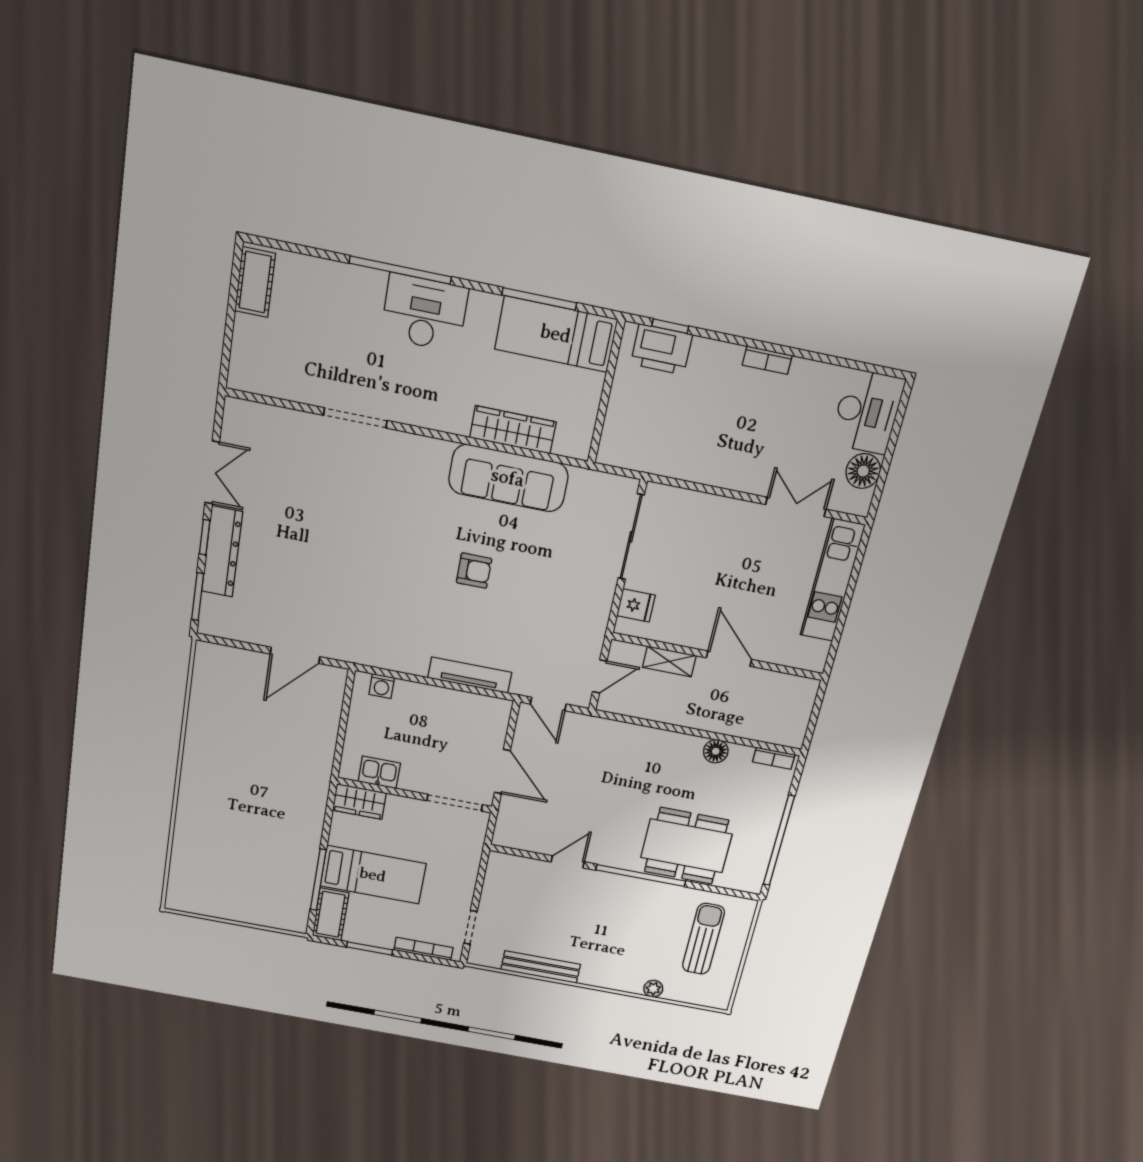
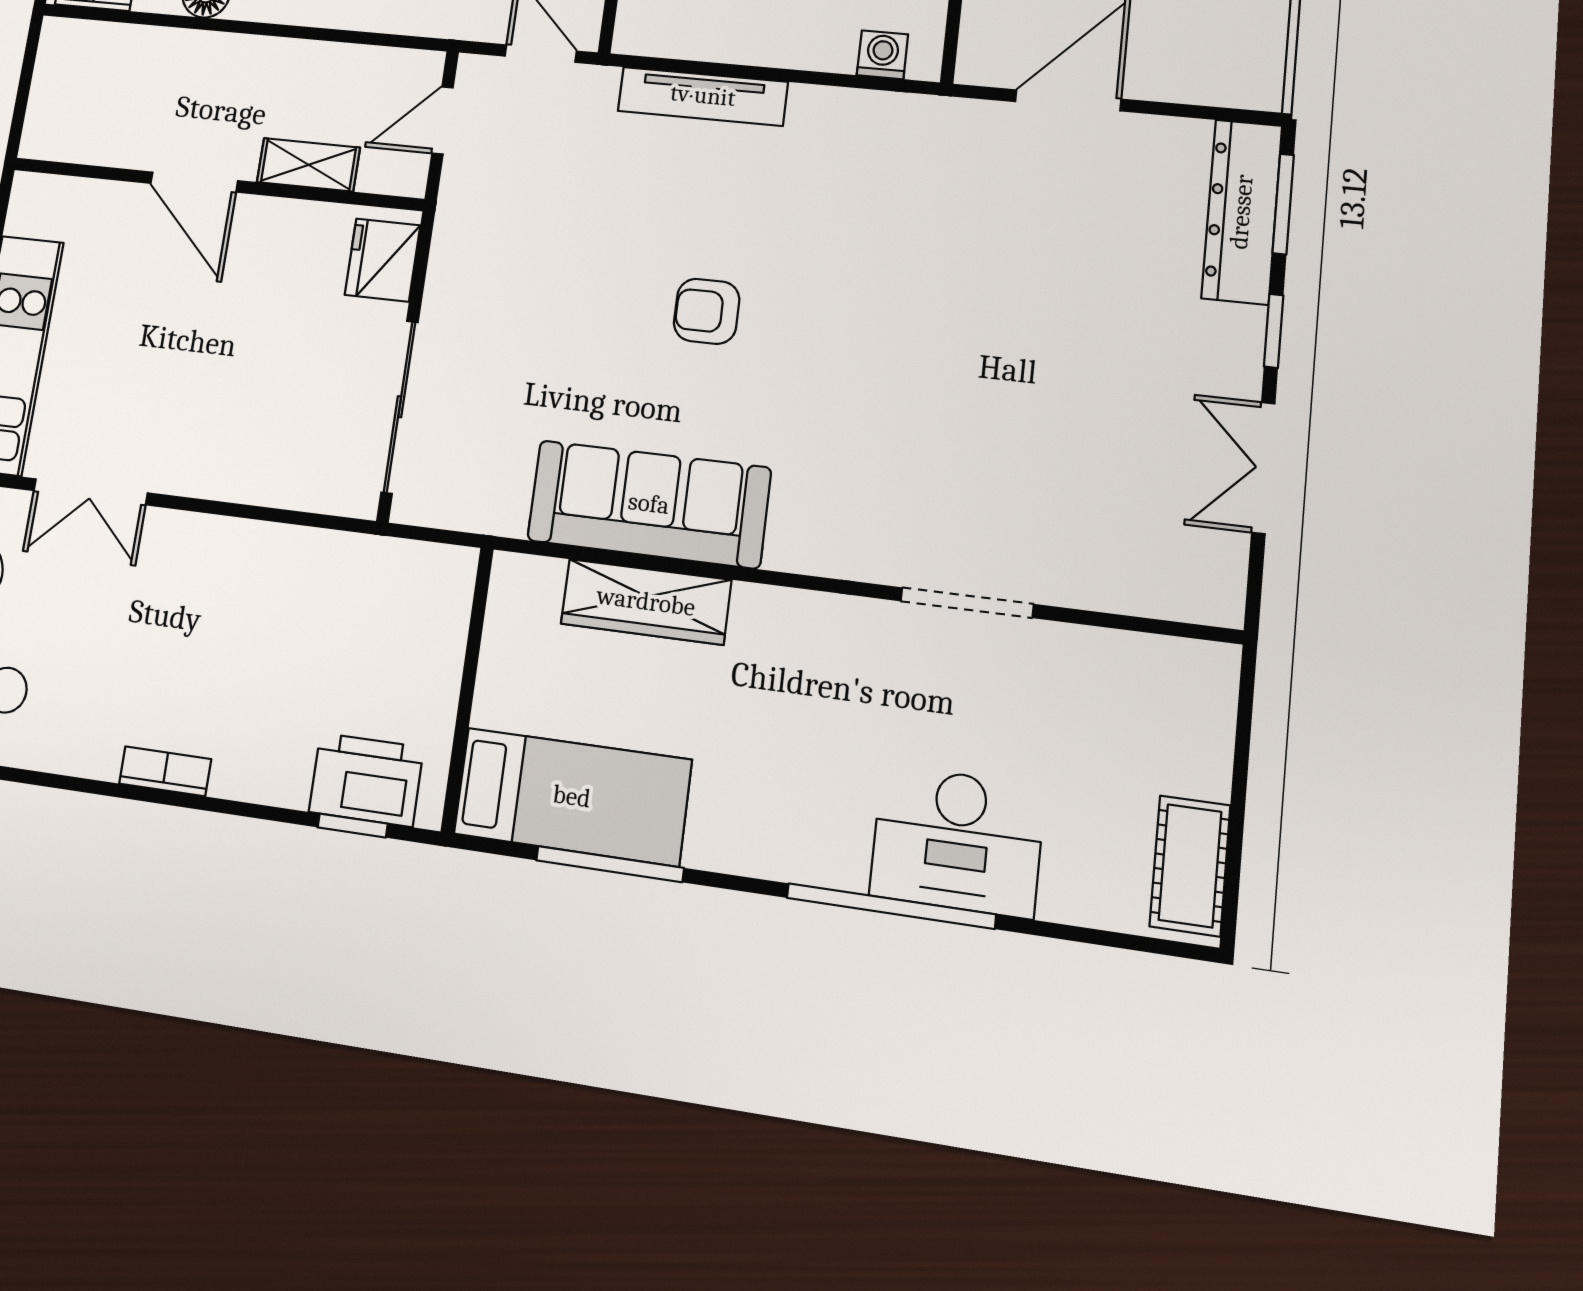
desk: (424, 313) -> (957, 841), moved
dresser: (222, 552) -> (1242, 212), moved
fridge: (636, 605) -> (383, 260), width x1.38

